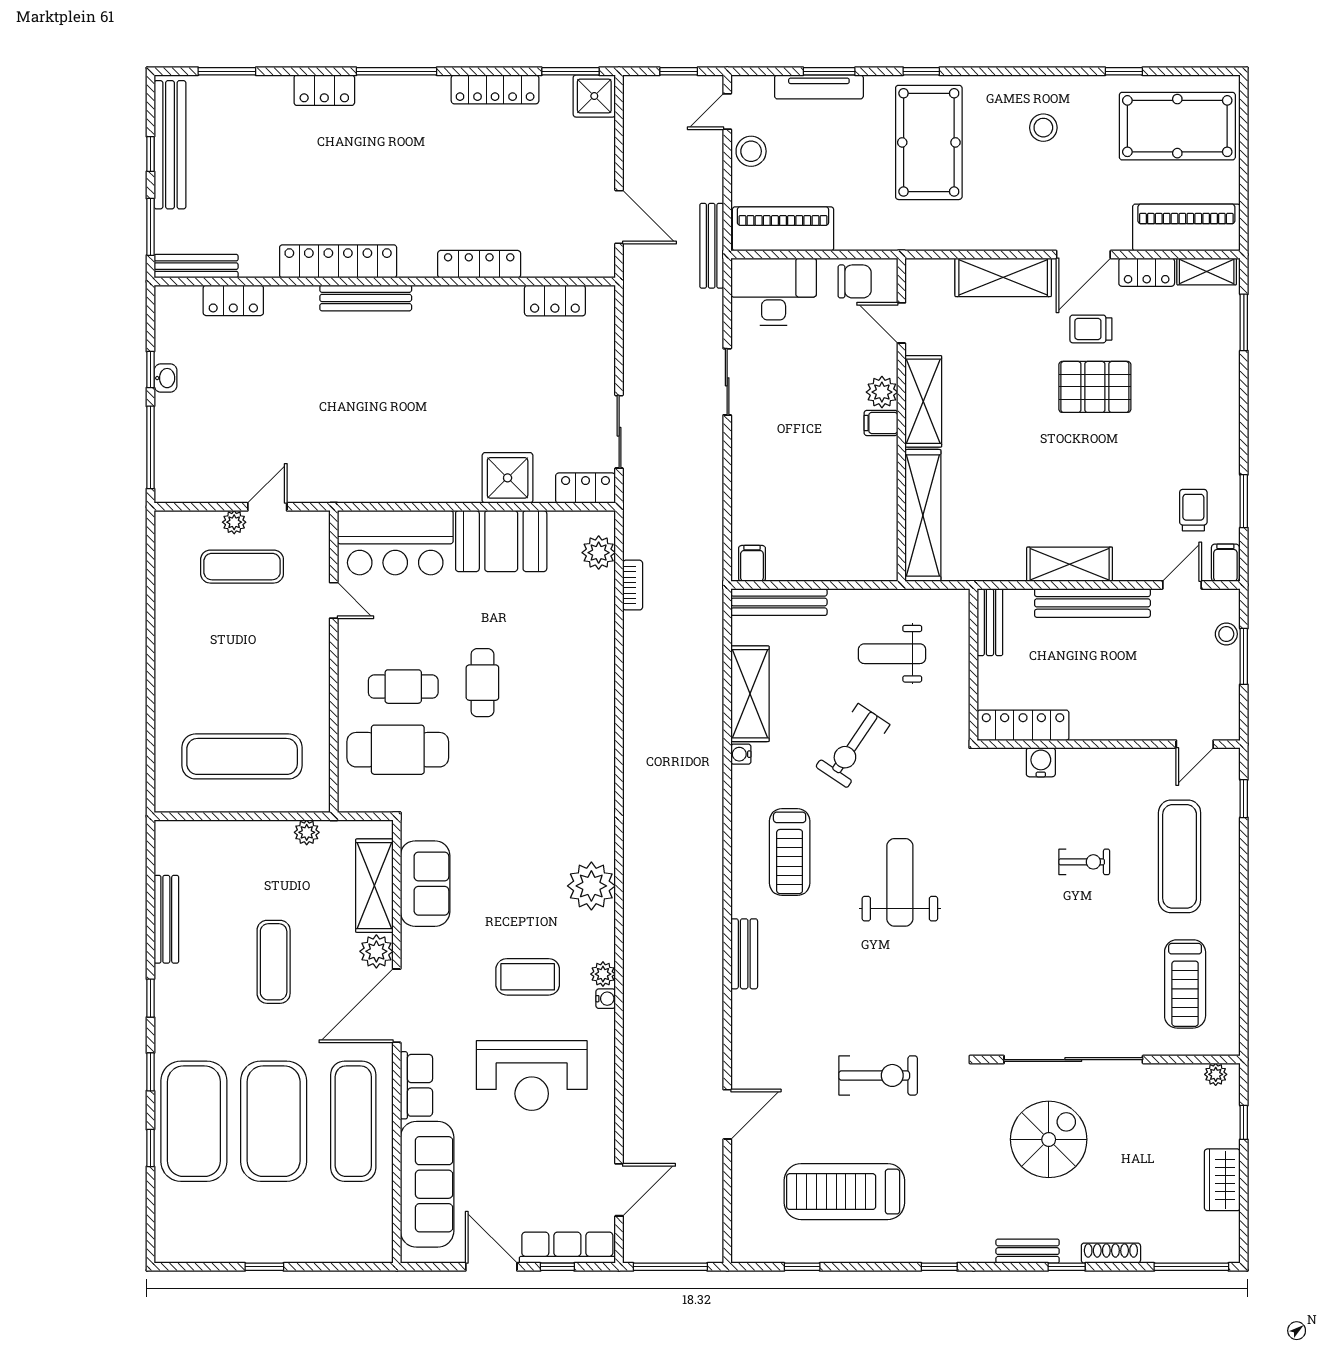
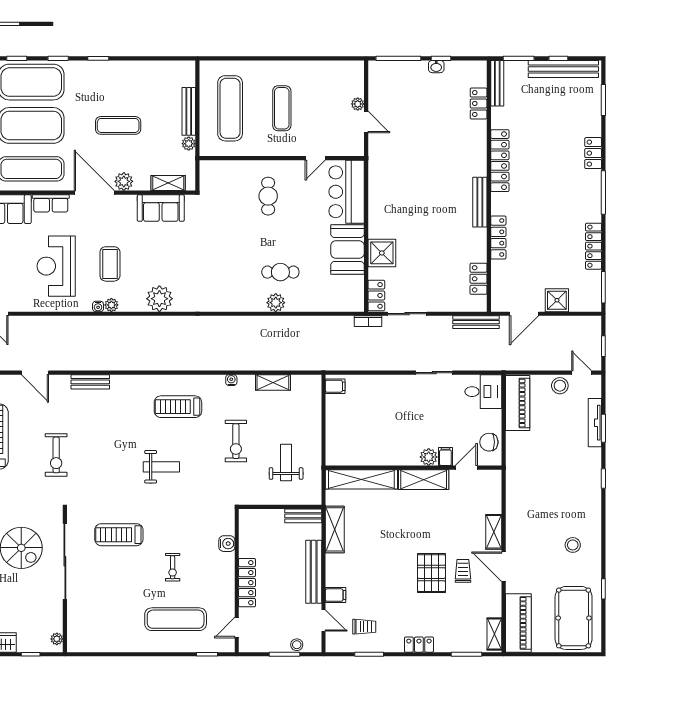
shower: (594, 96) -> (557, 300), moved
pool table: (929, 142) -> (565, 483), removed
bench: (712, 246) -> (476, 322), moved
locker: (1147, 272) -> (419, 645), moved, turned 90
shelving: (1003, 277) -> (494, 532), width x0.67, depth x0.75
chair: (855, 281) -> (489, 442), turned 90
desk: (774, 292) -> (483, 392), width x0.73
bench: (366, 298) -> (480, 202), moved
filing cabinet: (881, 423) -> (445, 456), moved
plant: (599, 553) -> (276, 303), moved
filing cabinet: (1225, 563) -> (336, 595), moved
shelving: (1070, 564) -> (335, 529), moved
exercise mat: (242, 567) -> (282, 108), moved
bookcase: (633, 585) -> (368, 321), moved
bench: (779, 602) -> (314, 401), removed
cafe table: (482, 683) -> (280, 272), moved
shelving: (750, 694) -> (273, 382), width x0.67, depth x0.75
locker: (1023, 725) -> (247, 583), moved
door: (1195, 744) -> (237, 627), hinge flipped
exercise bike: (853, 746) -> (236, 441), turned -124
cafe table: (398, 750) -> (234, 193), removed
weight bench: (900, 882) -> (161, 467), width x0.73, depth x0.75
shelving: (374, 886) -> (168, 183), width x0.67, depth x0.75
bench: (166, 919) -> (189, 111), moved, turned 90
bench: (744, 954) -> (90, 382), moved
treadmill: (1185, 984) -> (119, 535), moved

